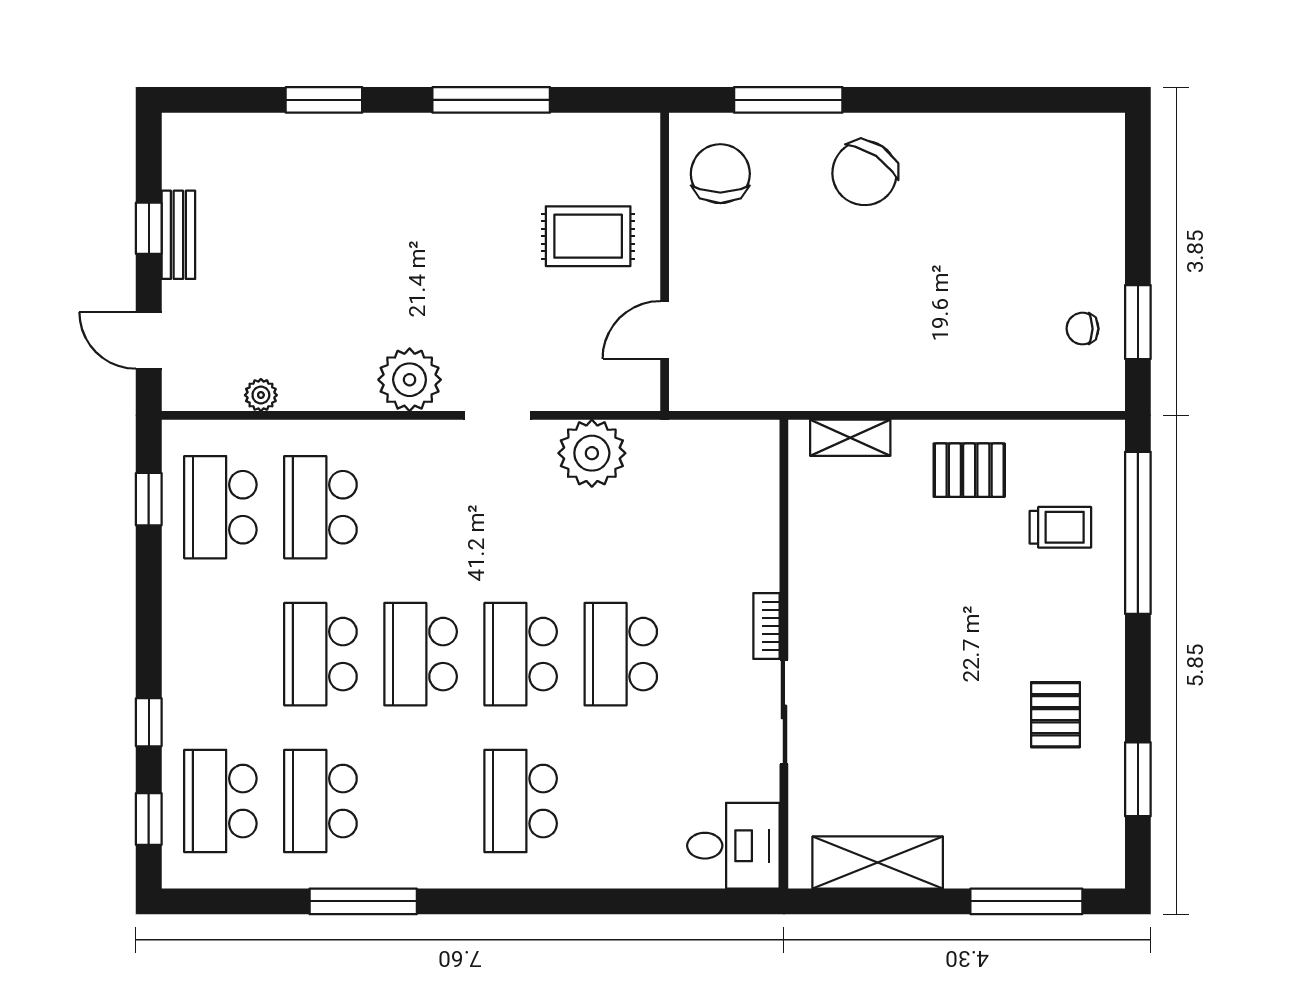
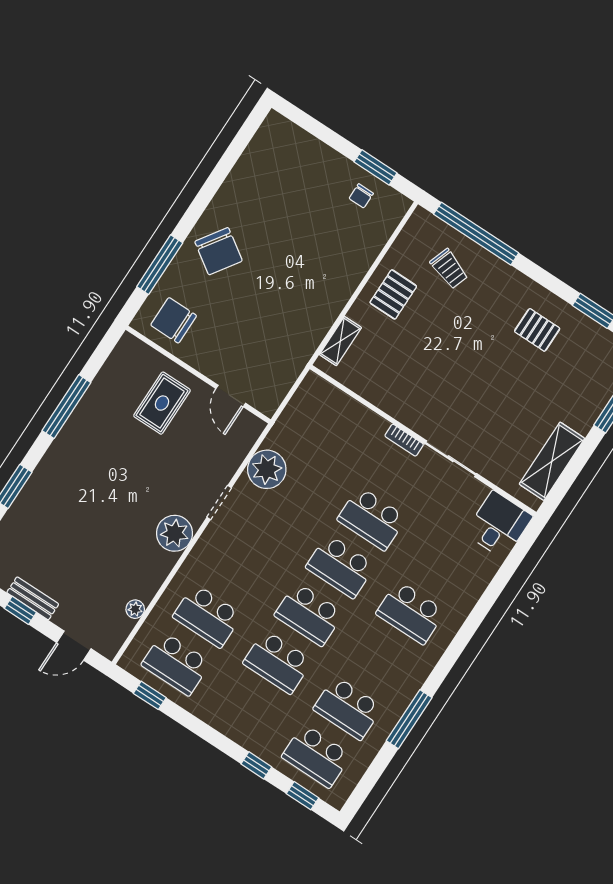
trolley: (1060, 527) -> (449, 269), turned 109

